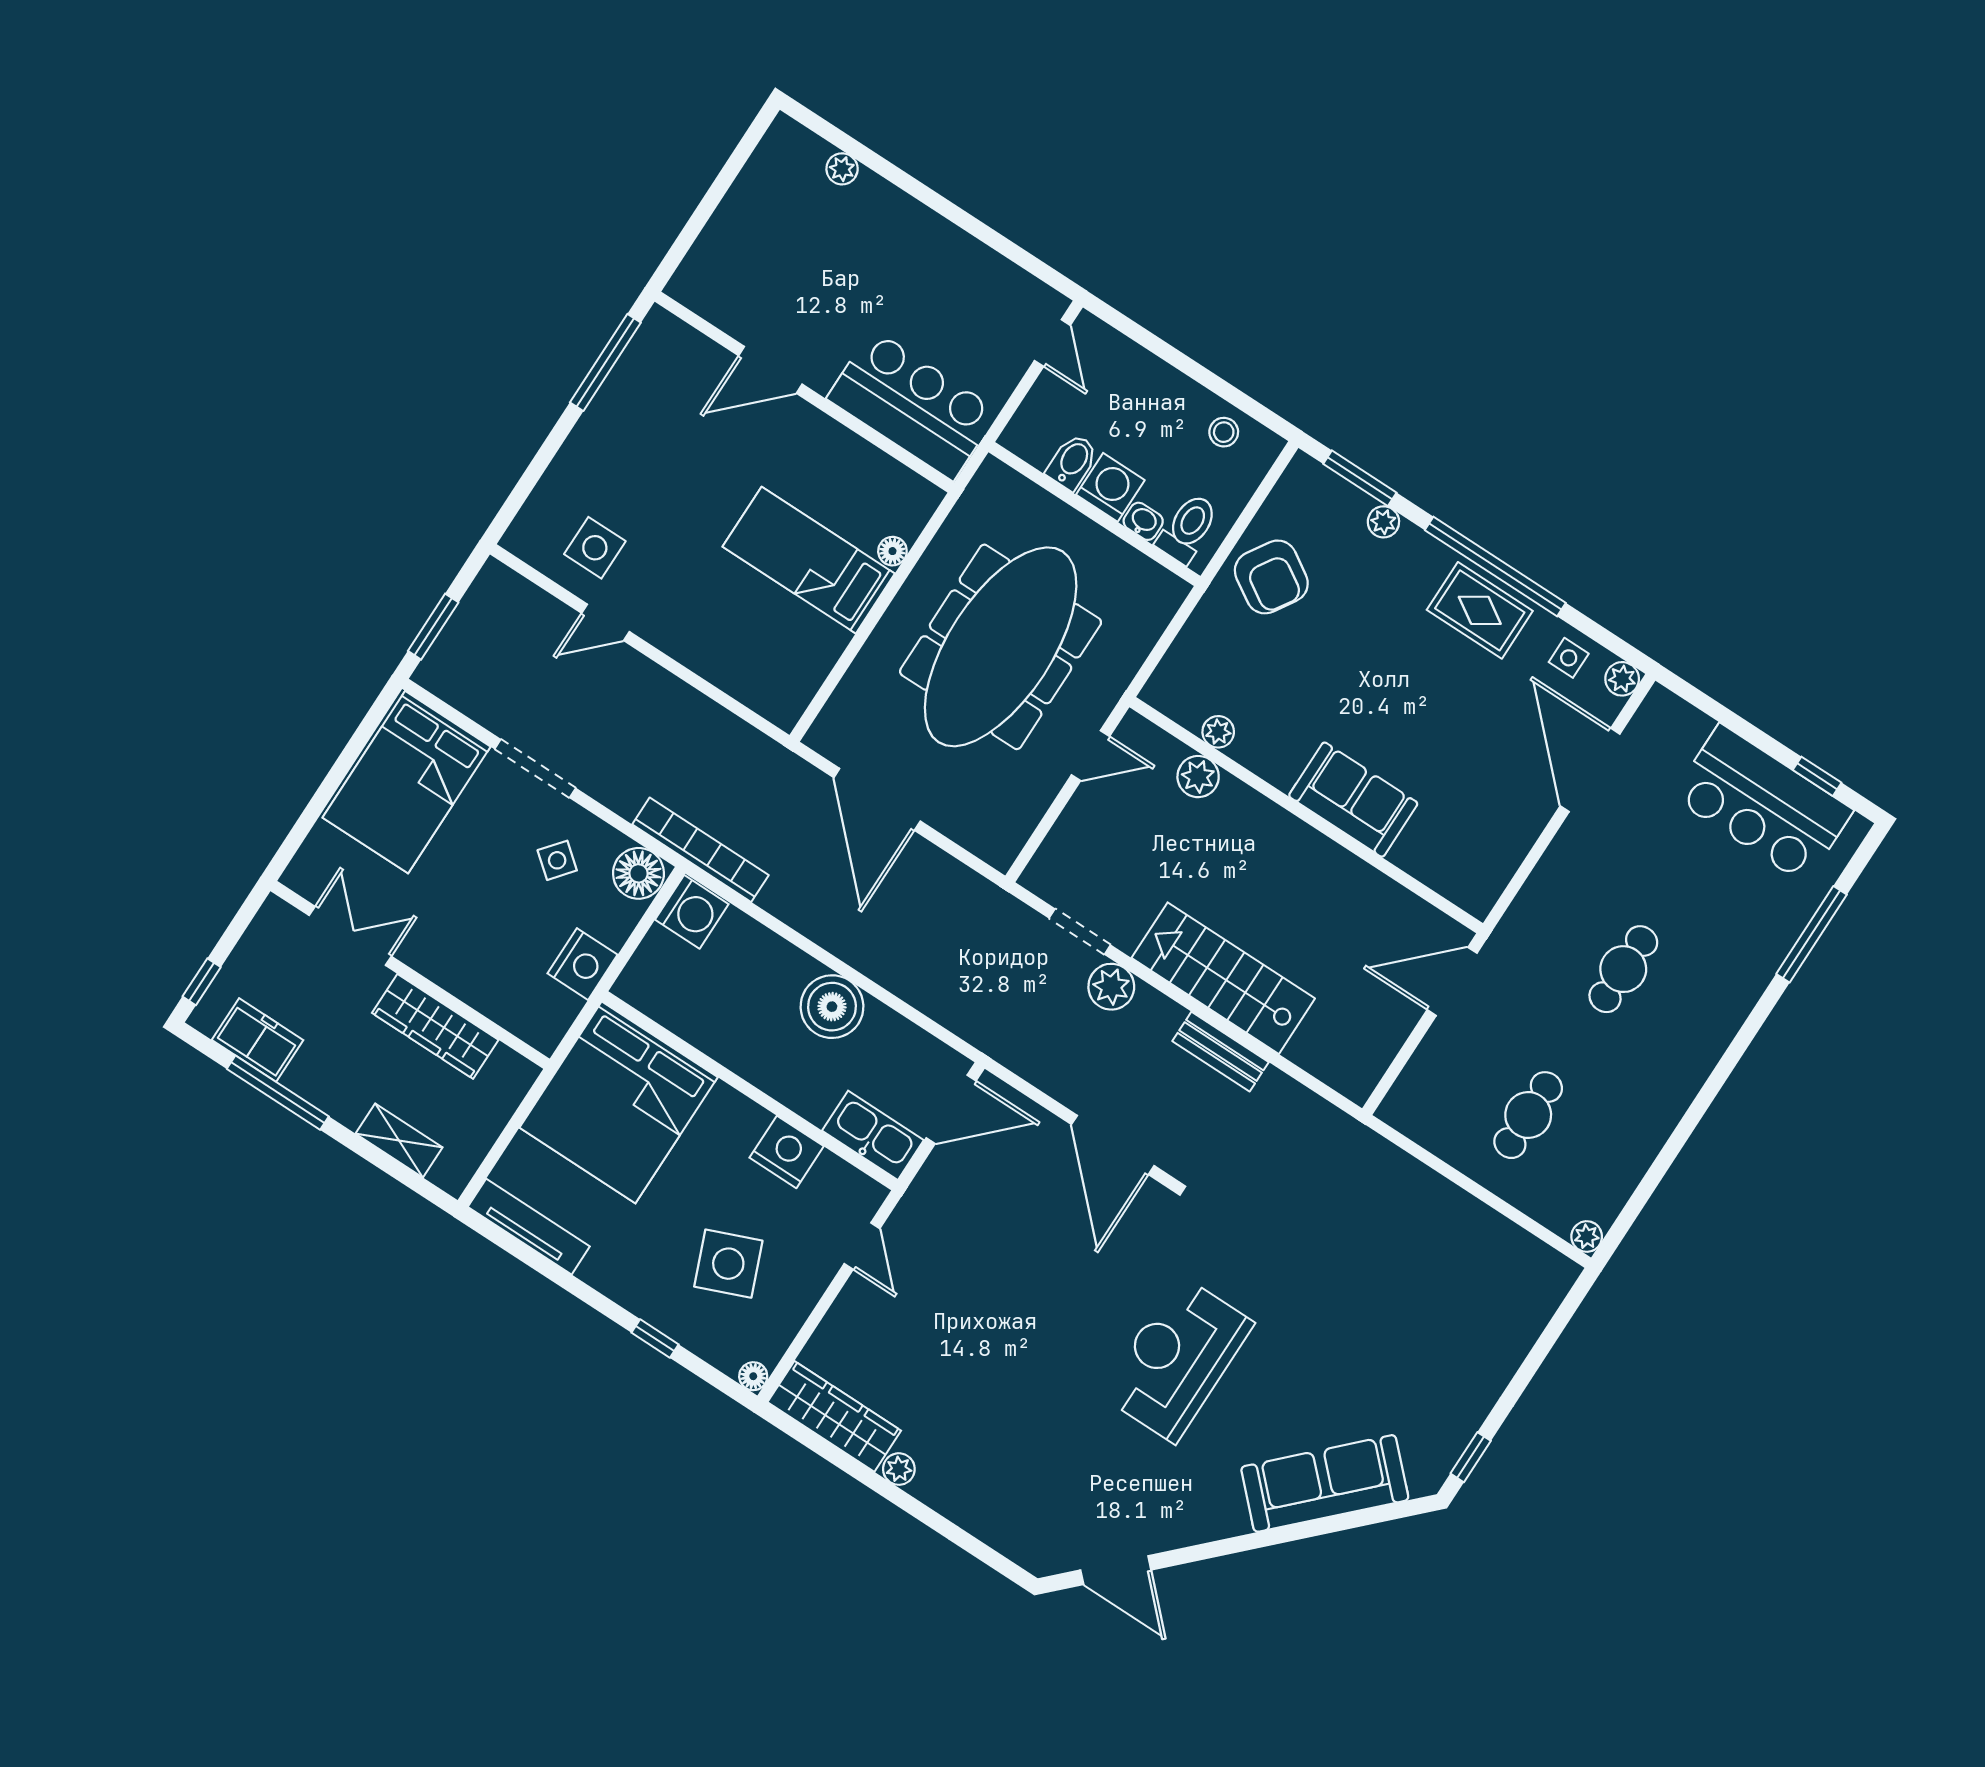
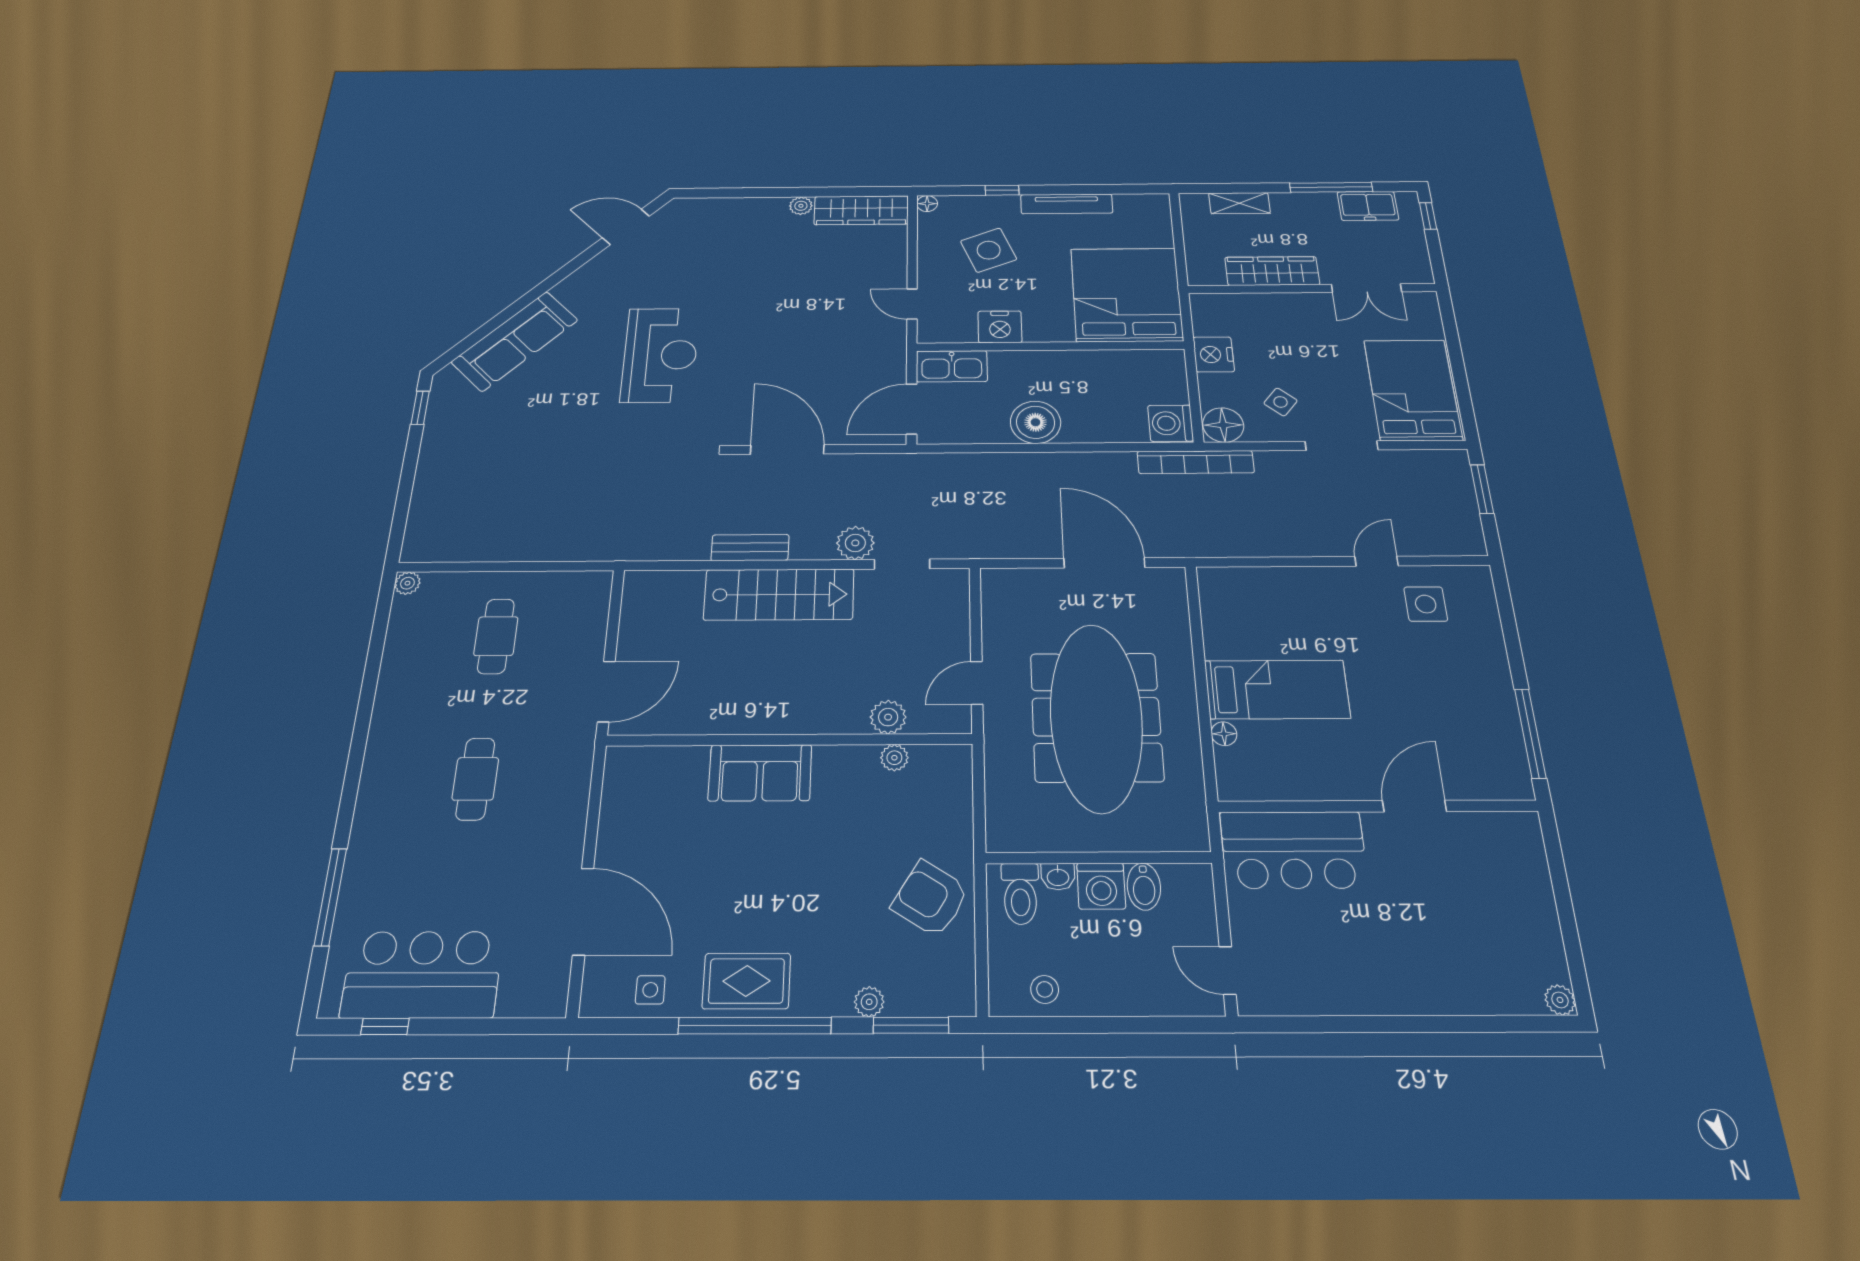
plant: (842, 169) -> (1560, 1000), moved
plant: (1622, 679) -> (596, 1001), removed
tv unit: (529, 1227) -> (1067, 204), moved

